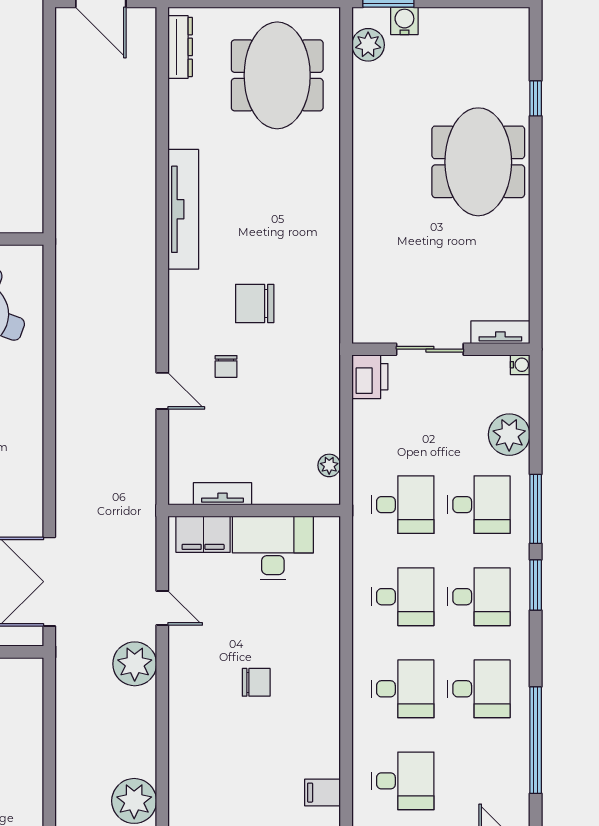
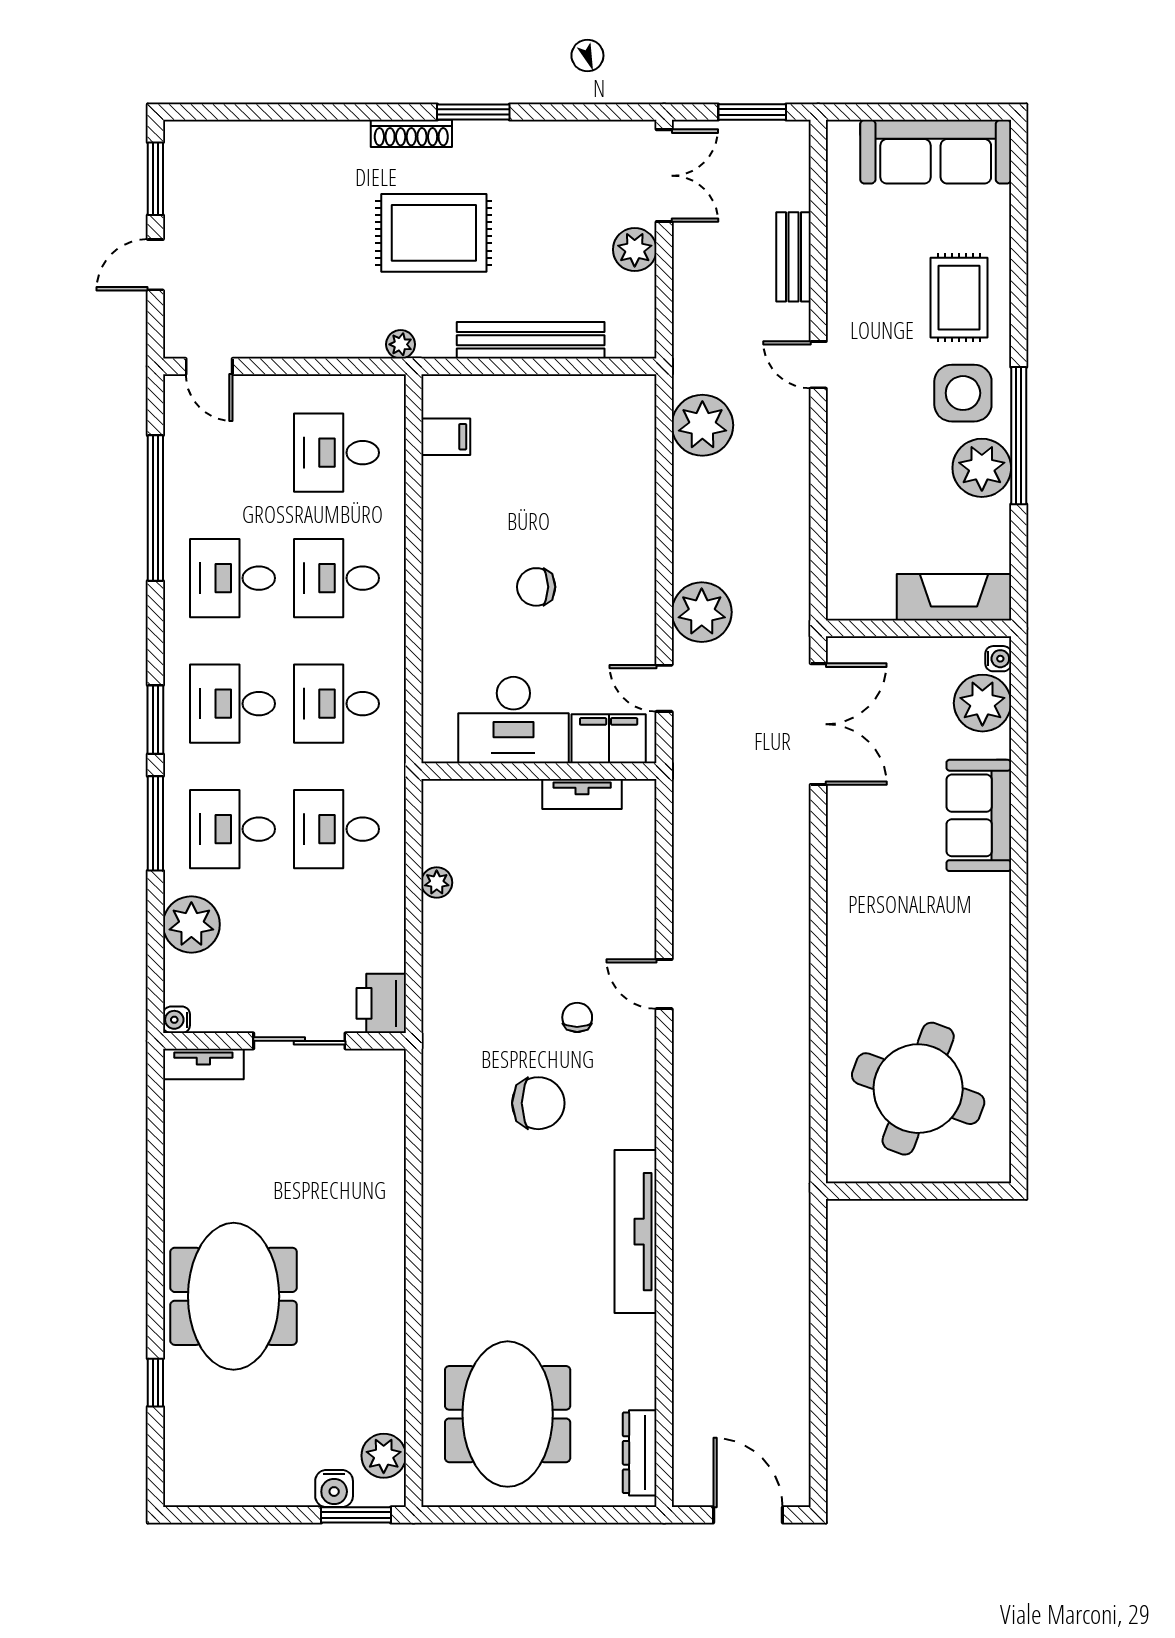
tv unit: (223, 494) -> (582, 794), moved
wall: (254, 510) -> (539, 771), moved
filing cabinet: (203, 534) -> (609, 739), moved
desk: (273, 548) -> (513, 720), moved

